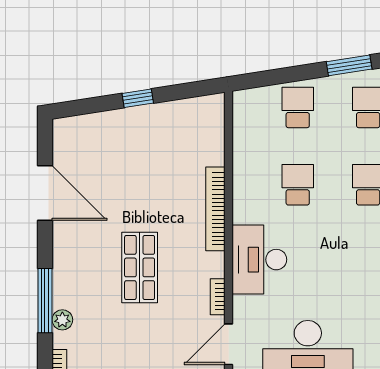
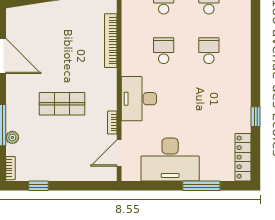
bookcase: (215, 209) -> (111, 41), moved
shop shelf: (140, 267) -> (62, 104), turned 90

